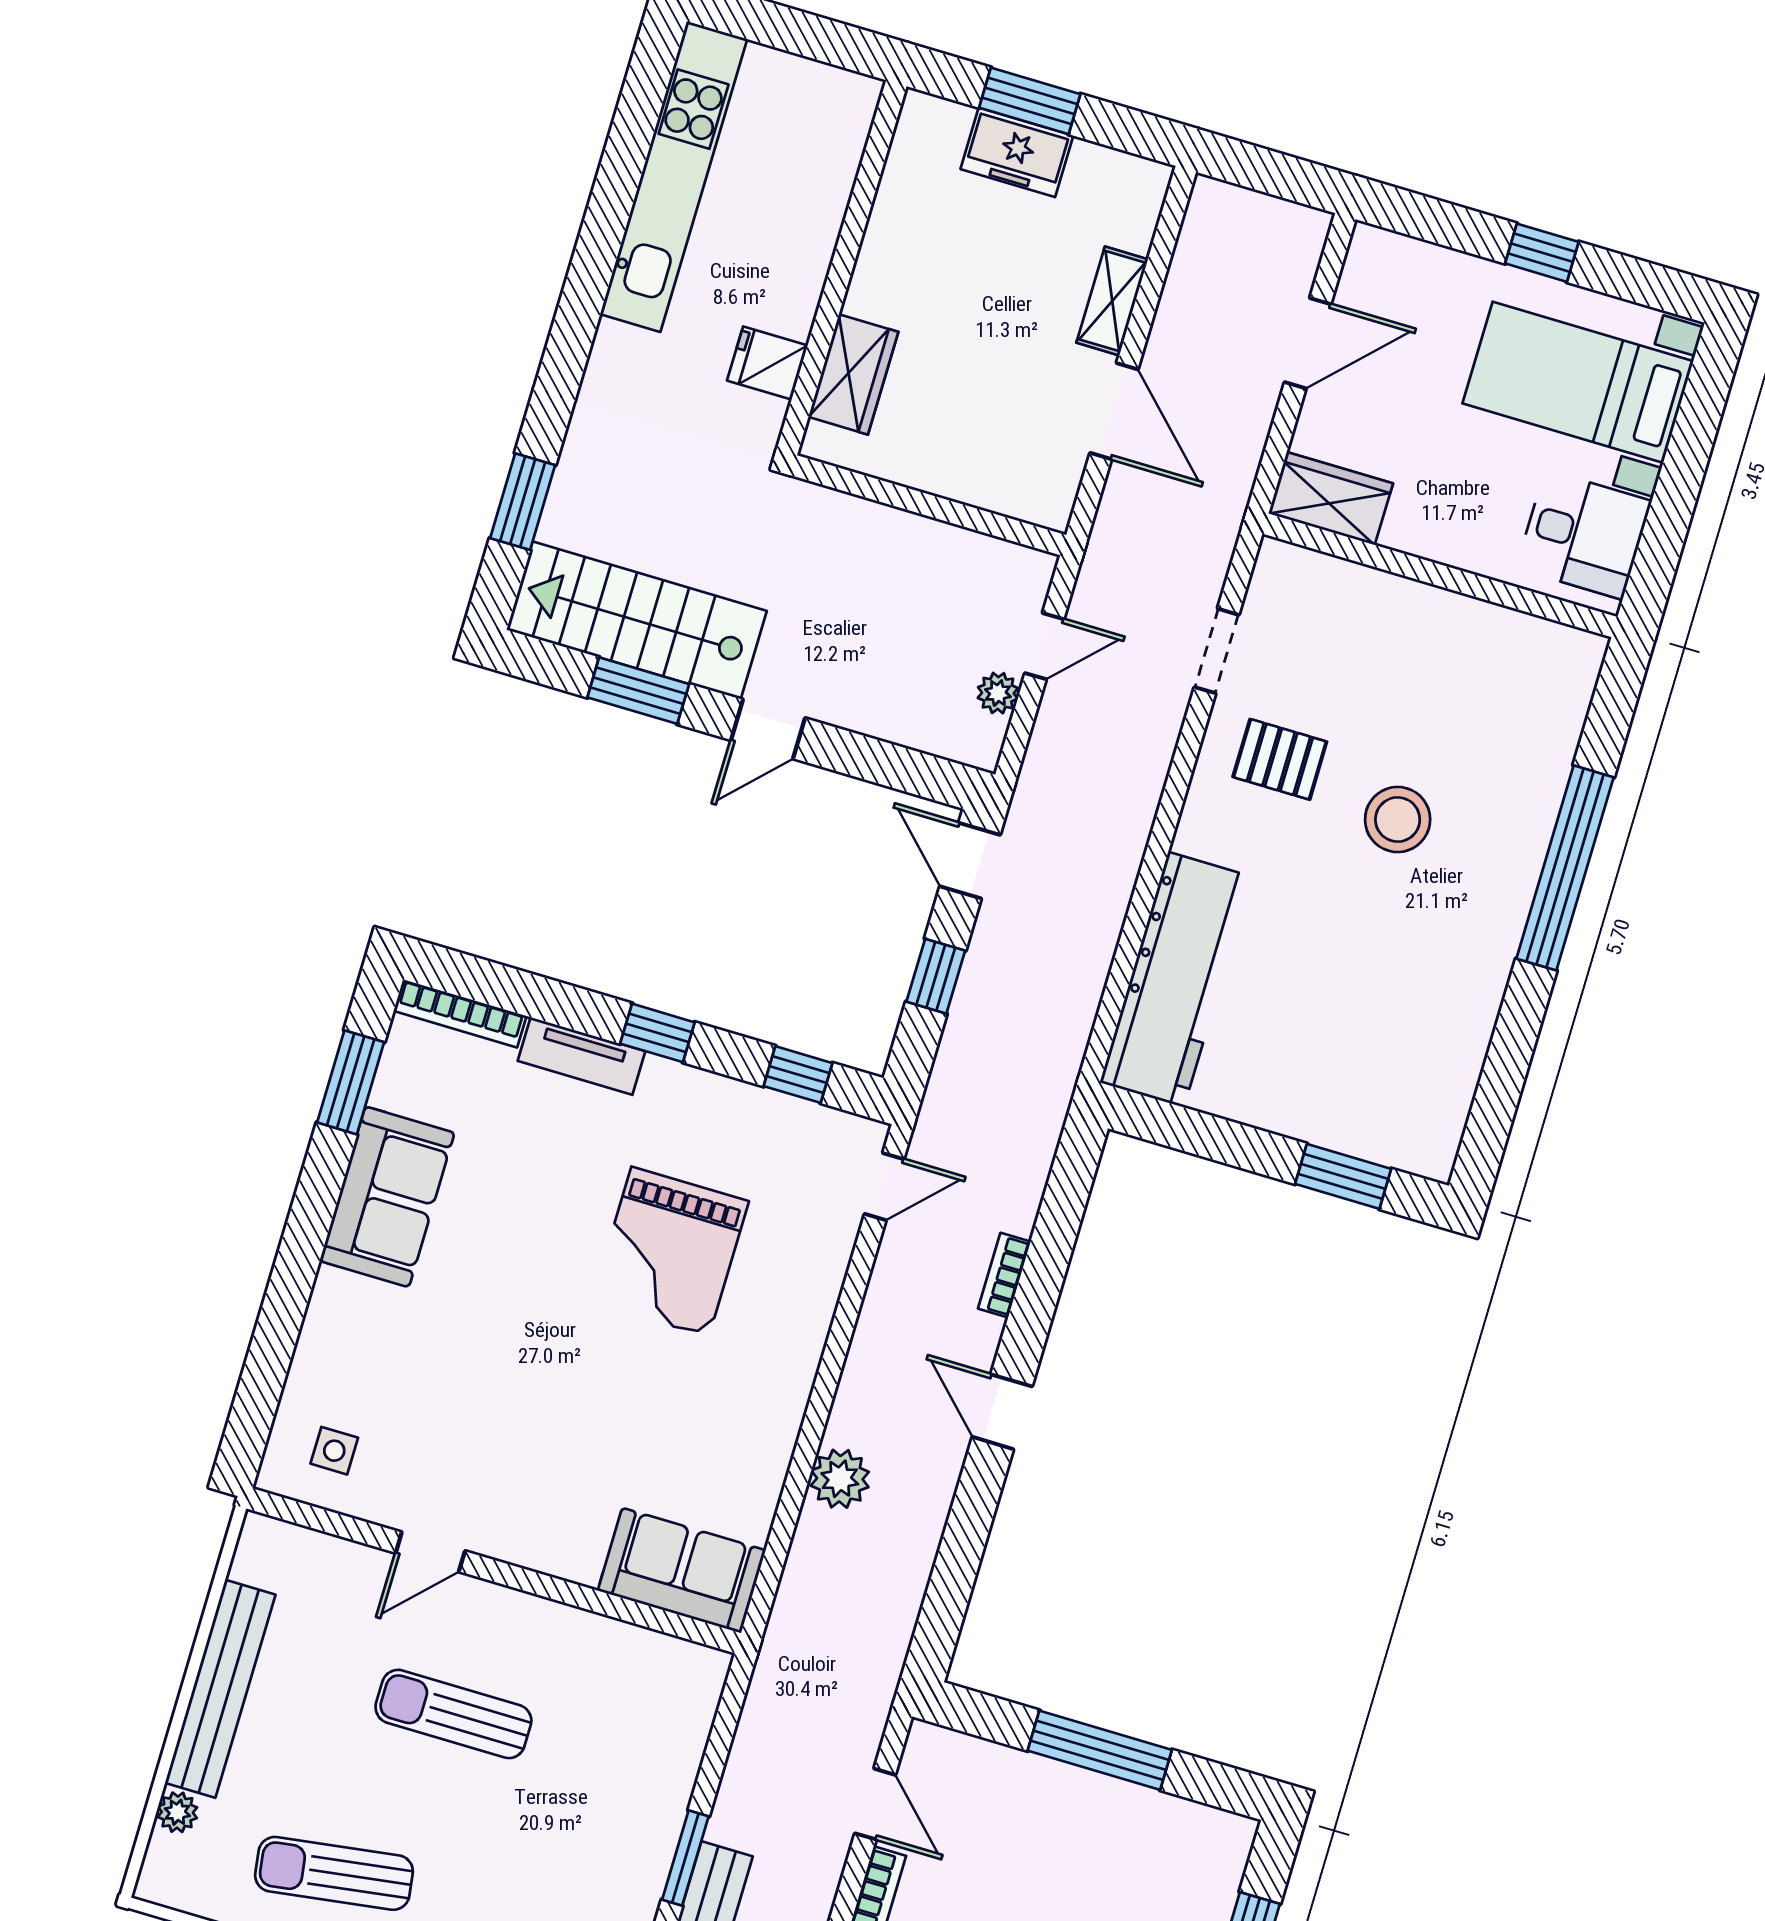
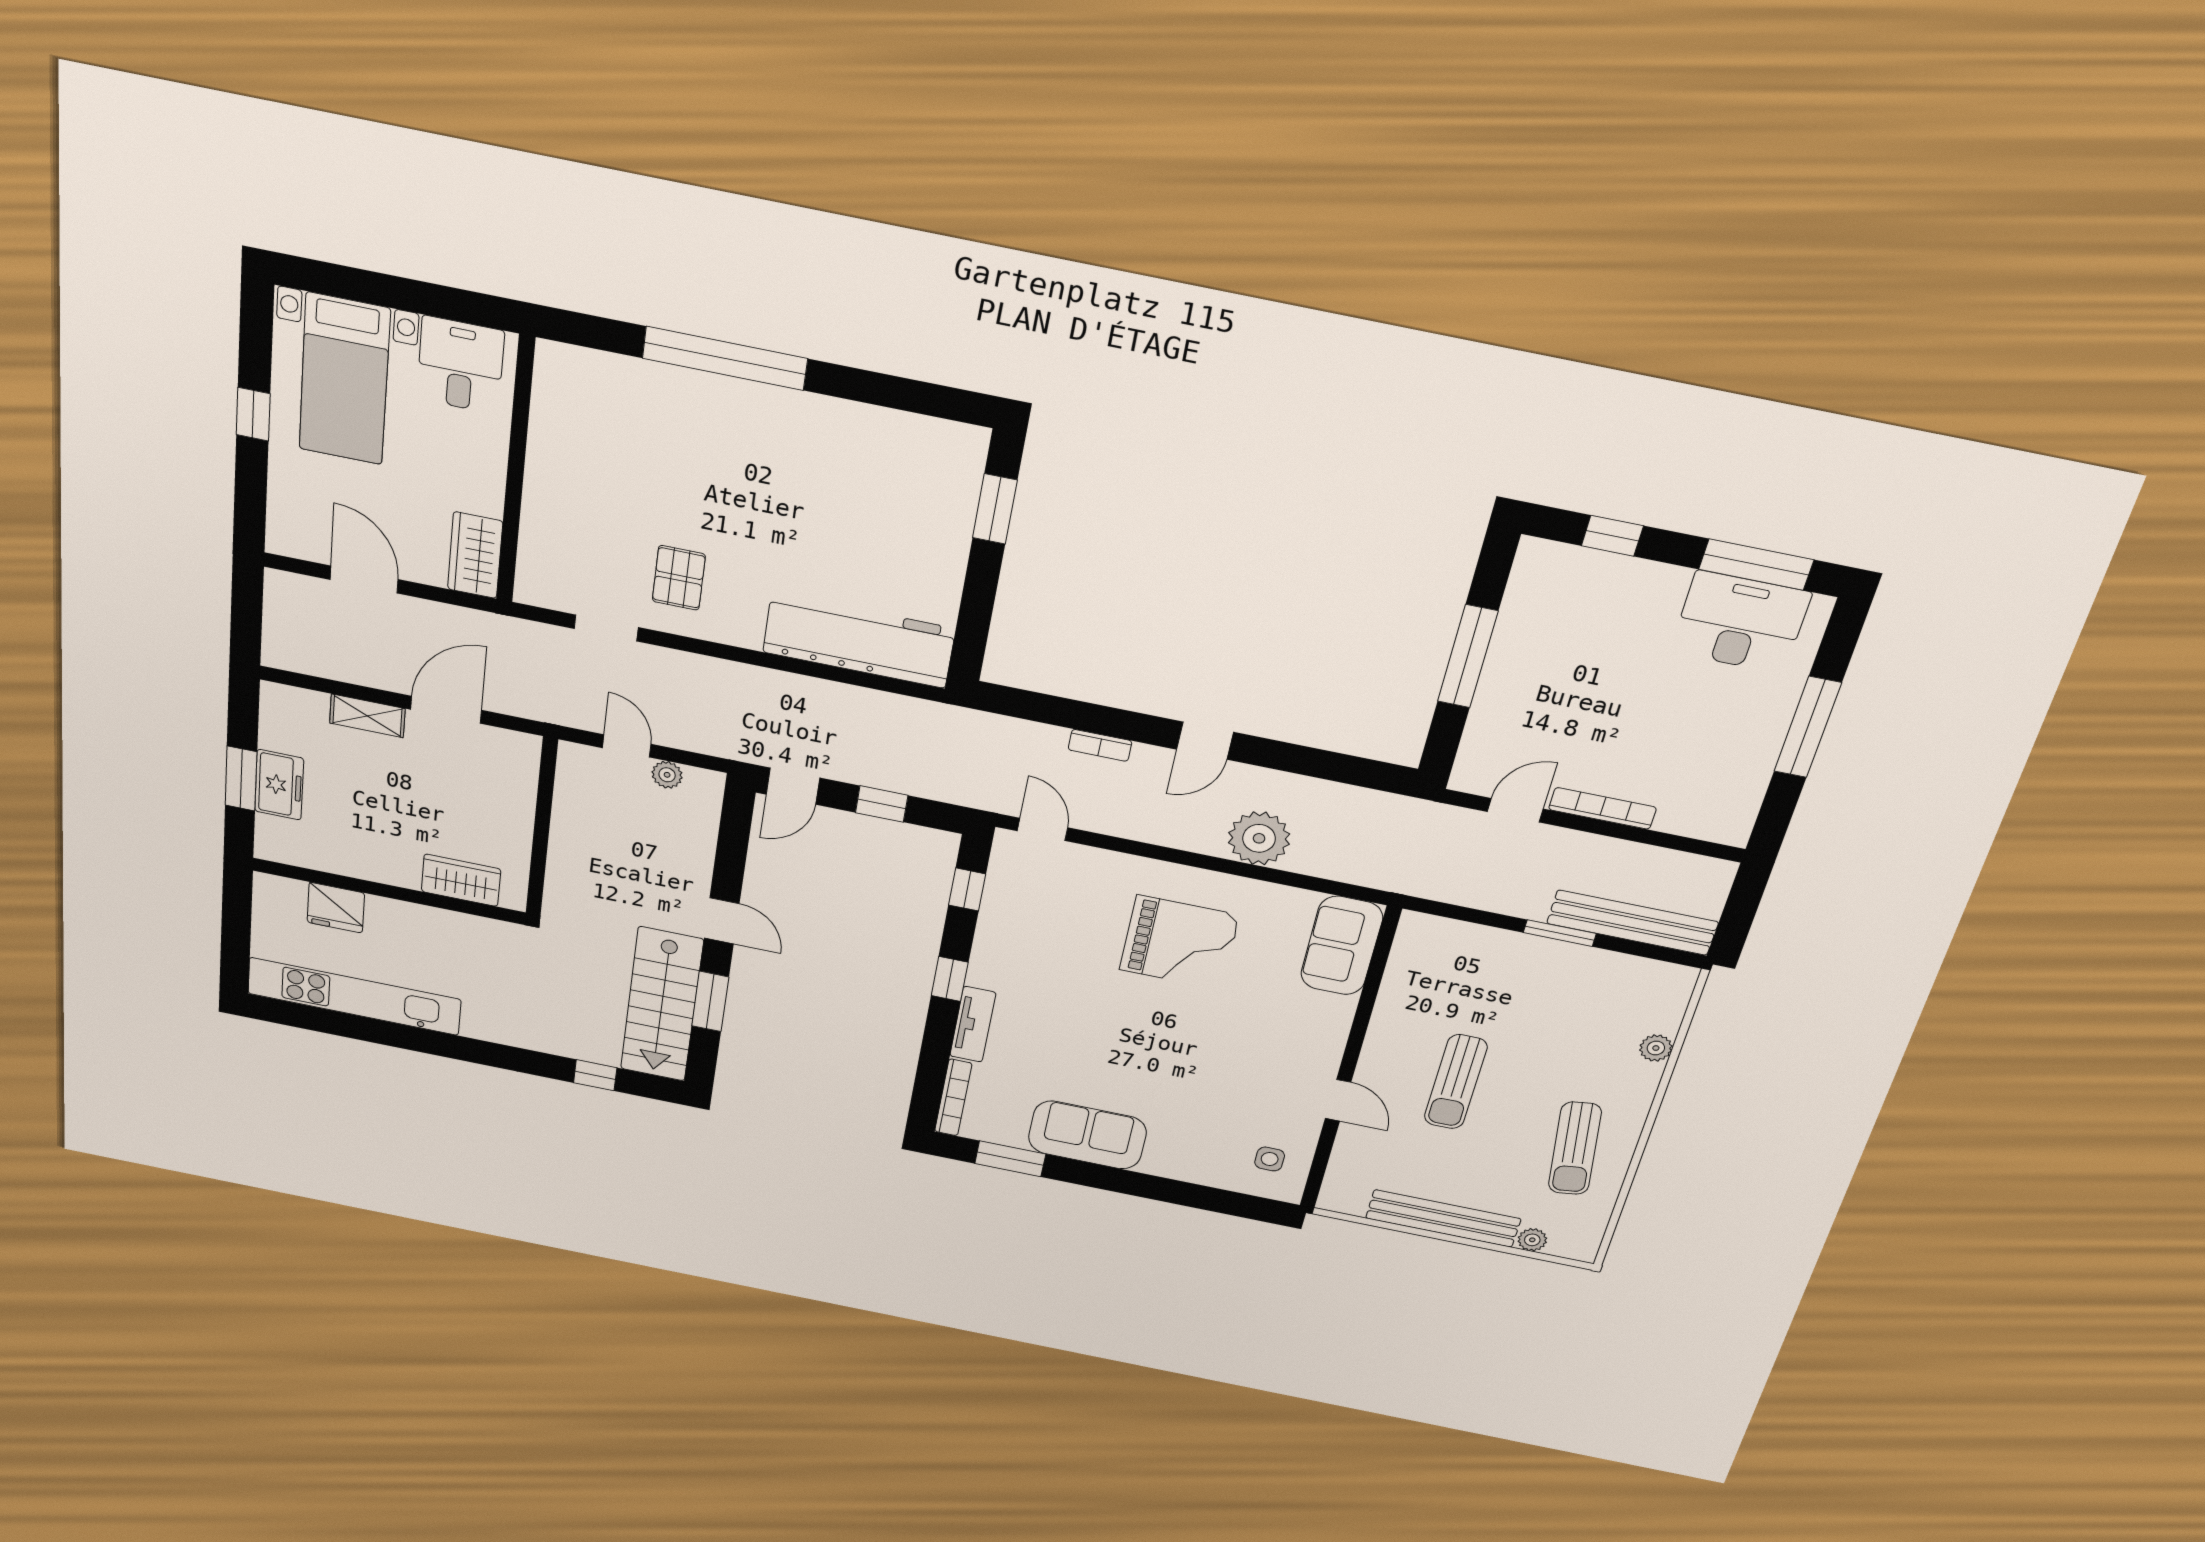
fridge: (767, 363) -> (336, 908), moved, width x1.38
window: (523, 502) -> (595, 1075), width x0.67
stool: (1398, 819) -> (709, 489), removed
grand piano: (670, 1252) -> (1179, 942), moved
plant: (840, 1479) -> (1259, 838), width x1.36, depth x1.36

